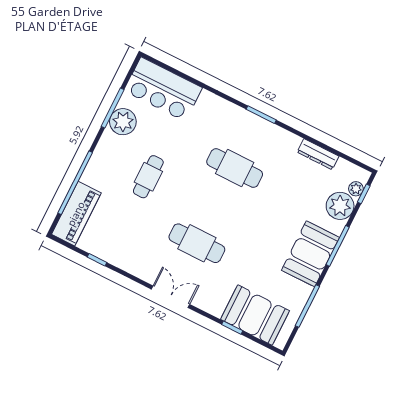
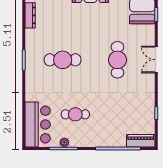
plant: (123, 122) -> (64, 142), width x0.53, depth x0.53
cafe table: (235, 168) -> (63, 60), turned 90
cafe table: (148, 177) -> (75, 114), moved
piano: (76, 214) -> (141, 141), width x0.73, depth x0.75

